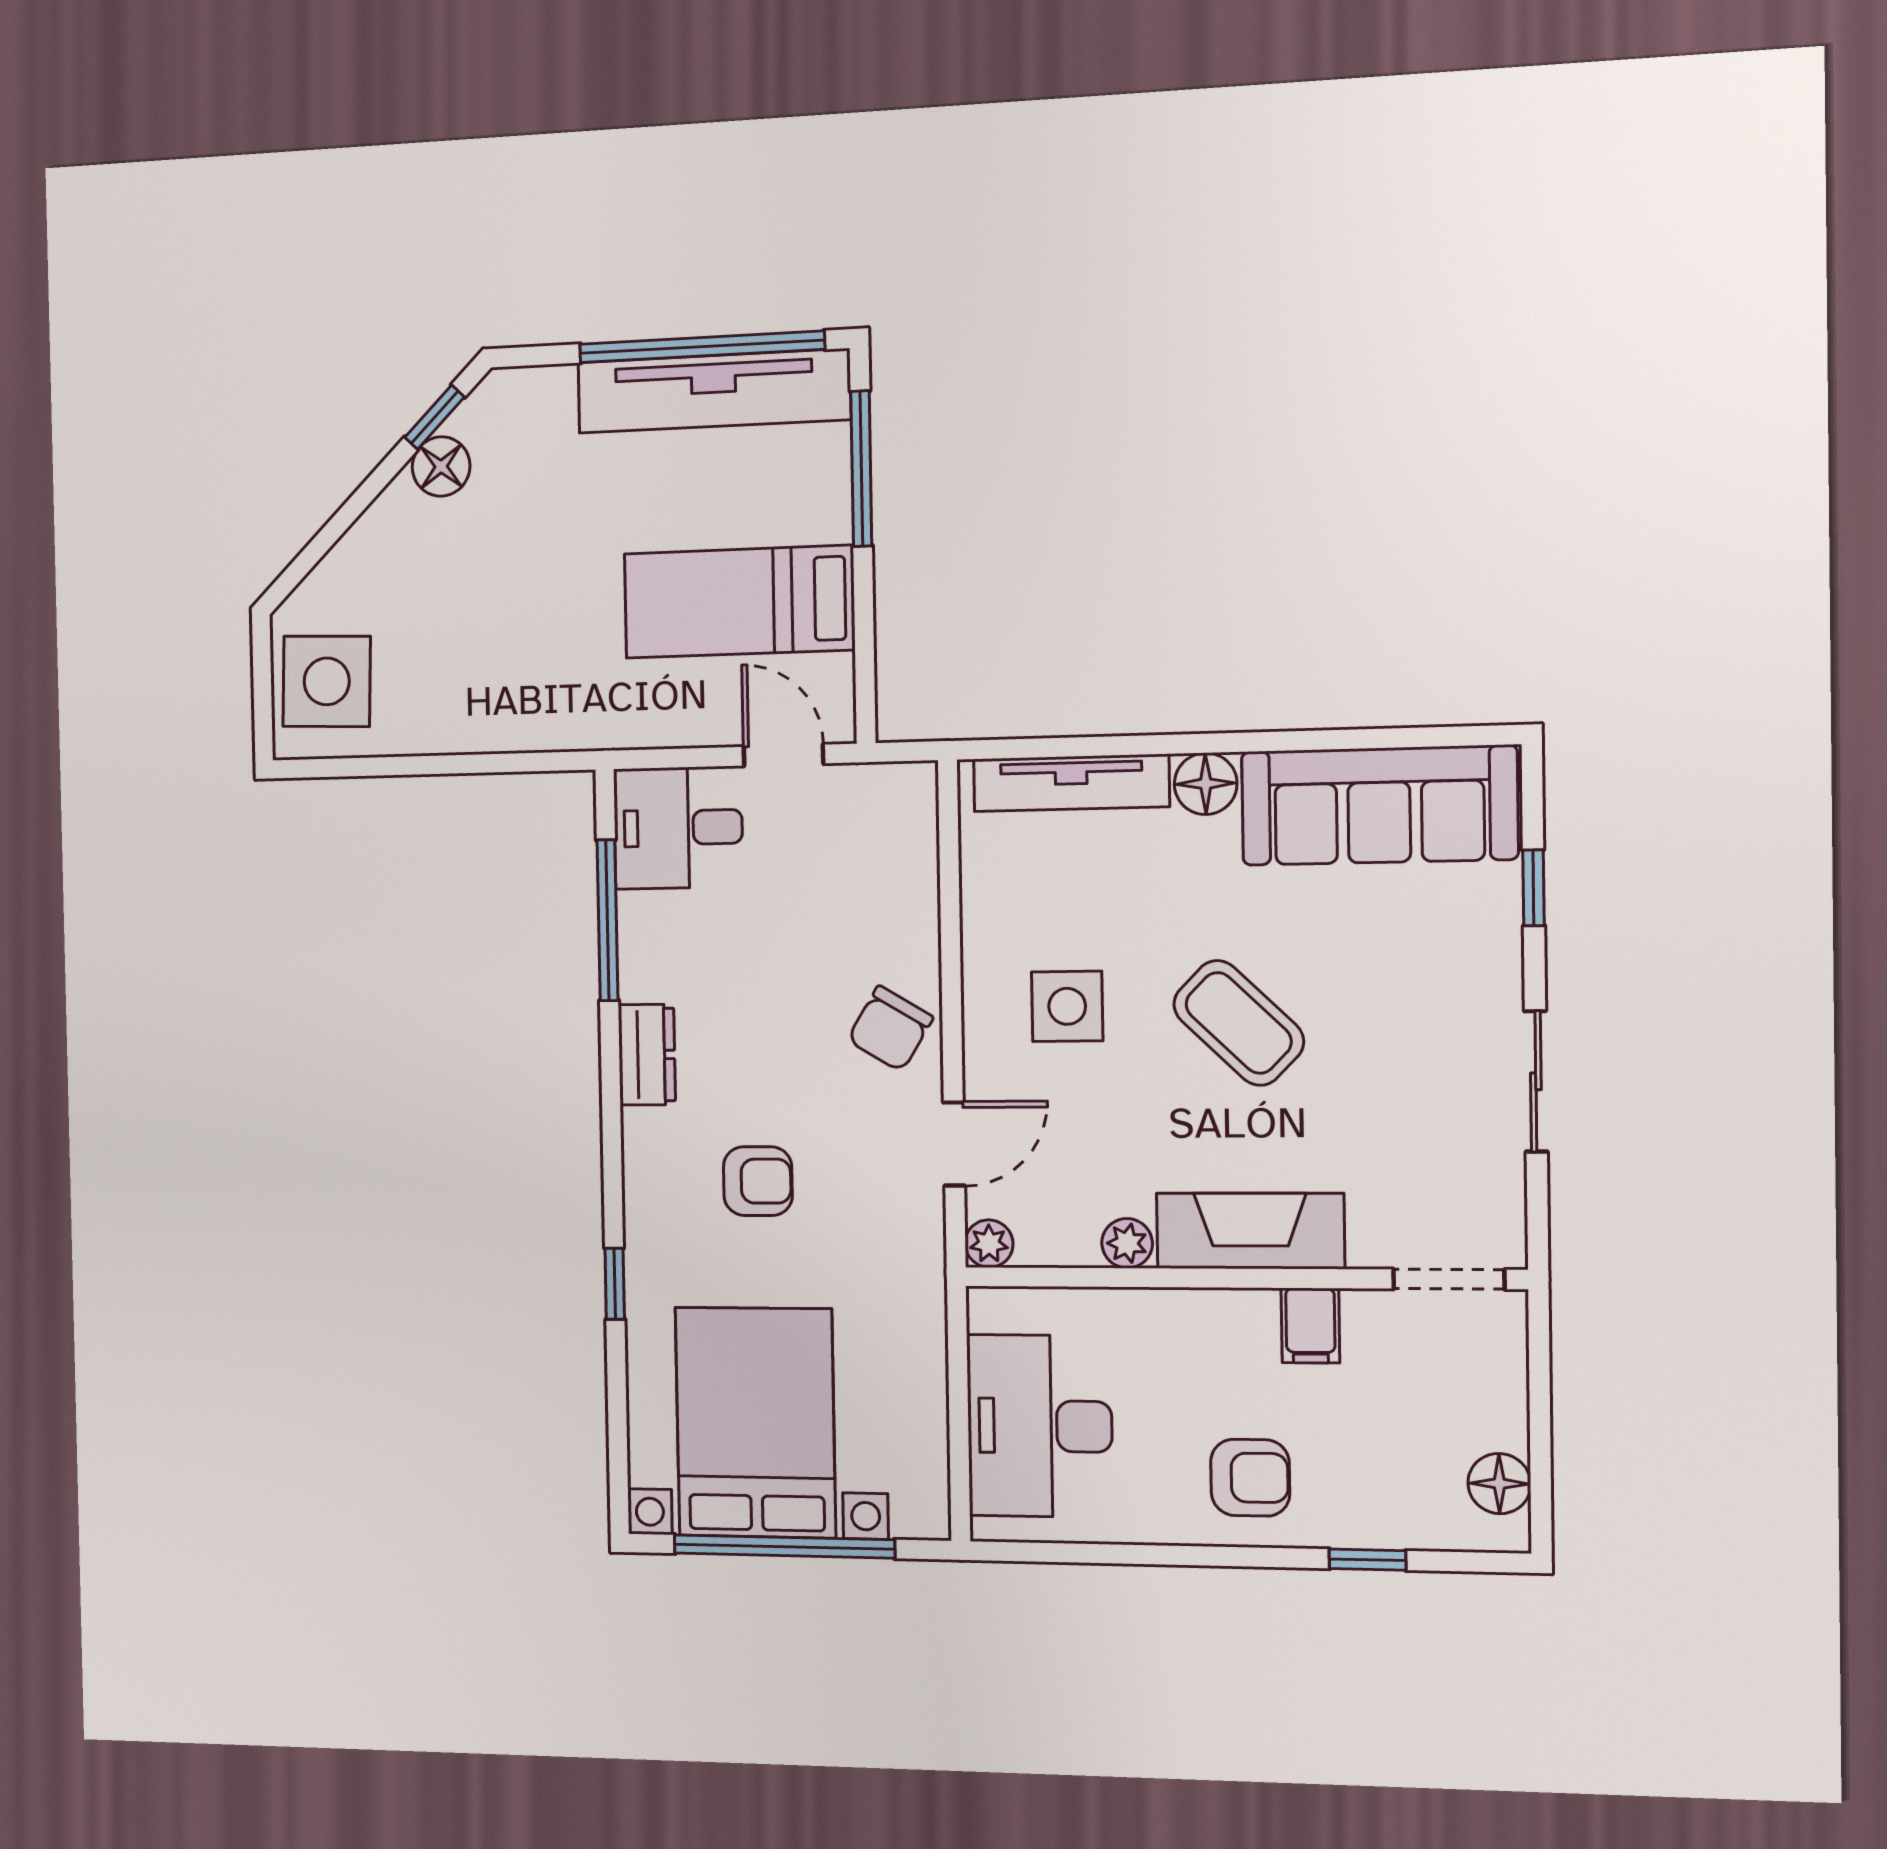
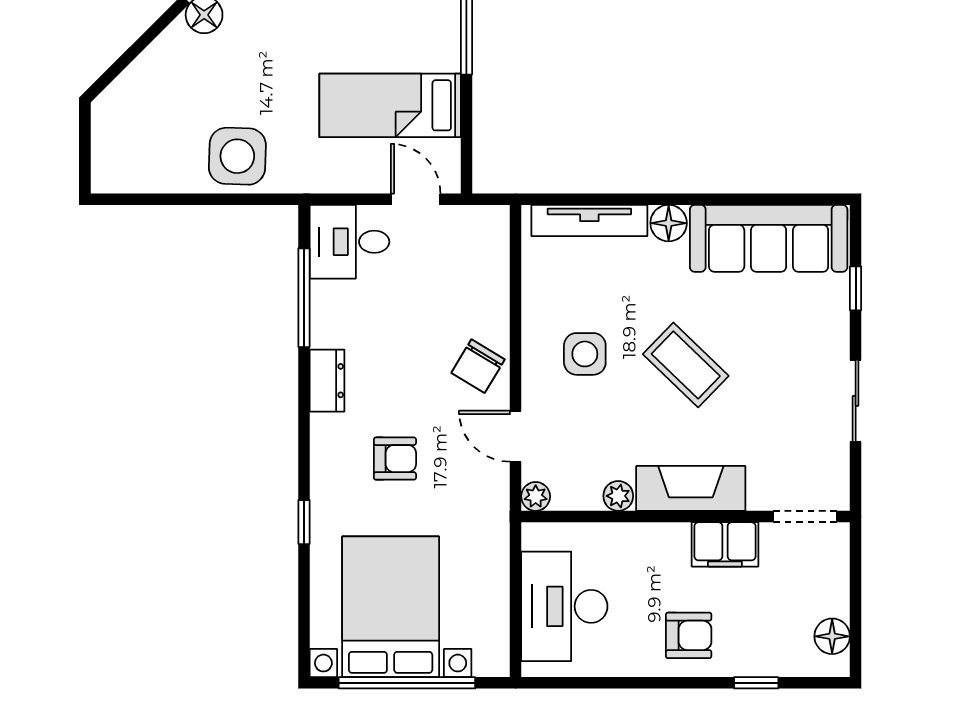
side table: (327, 681) -> (237, 156), moved
door: (954, 1144) -> (516, 436), swing flipped
filing cabinet: (1310, 1326) -> (725, 544), width x2.00

